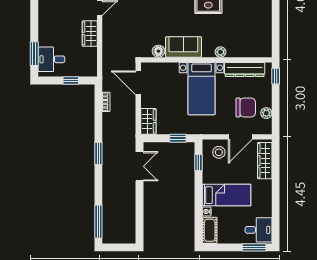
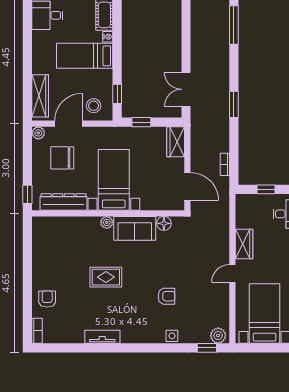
plant: (221, 52) -> (107, 222), moved
plant: (266, 113) -> (38, 133), moved

